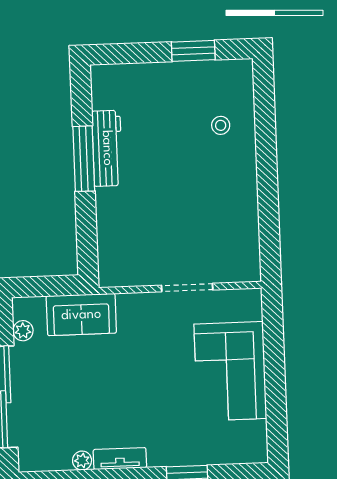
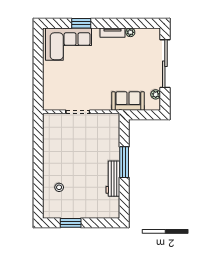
window: (84, 159) -> (124, 162), moved
corner sofa: (230, 371) -> (69, 44), moved, turned 90

